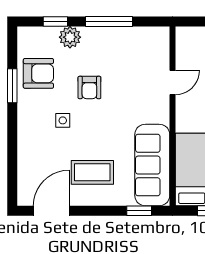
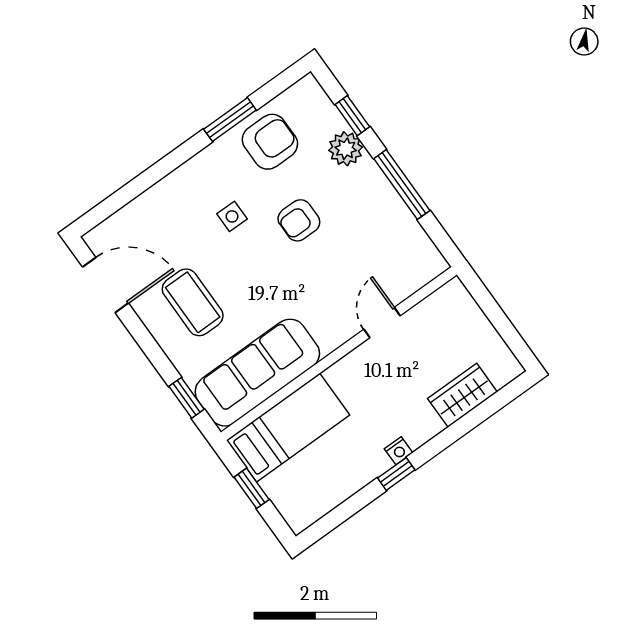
armchair: (38, 73) -> (270, 142), turned -90
door: (173, 83) -> (382, 322), swing flipped

